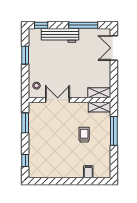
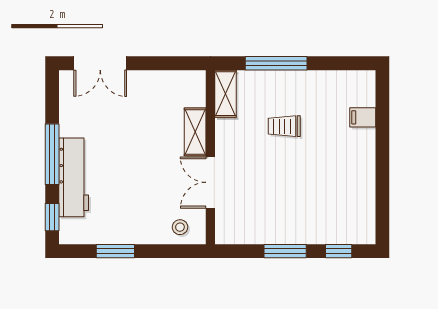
window: (83, 25) -> (52, 154), moved
shelving: (99, 93) -> (195, 132), moved
window: (25, 123) -> (285, 251), moved

